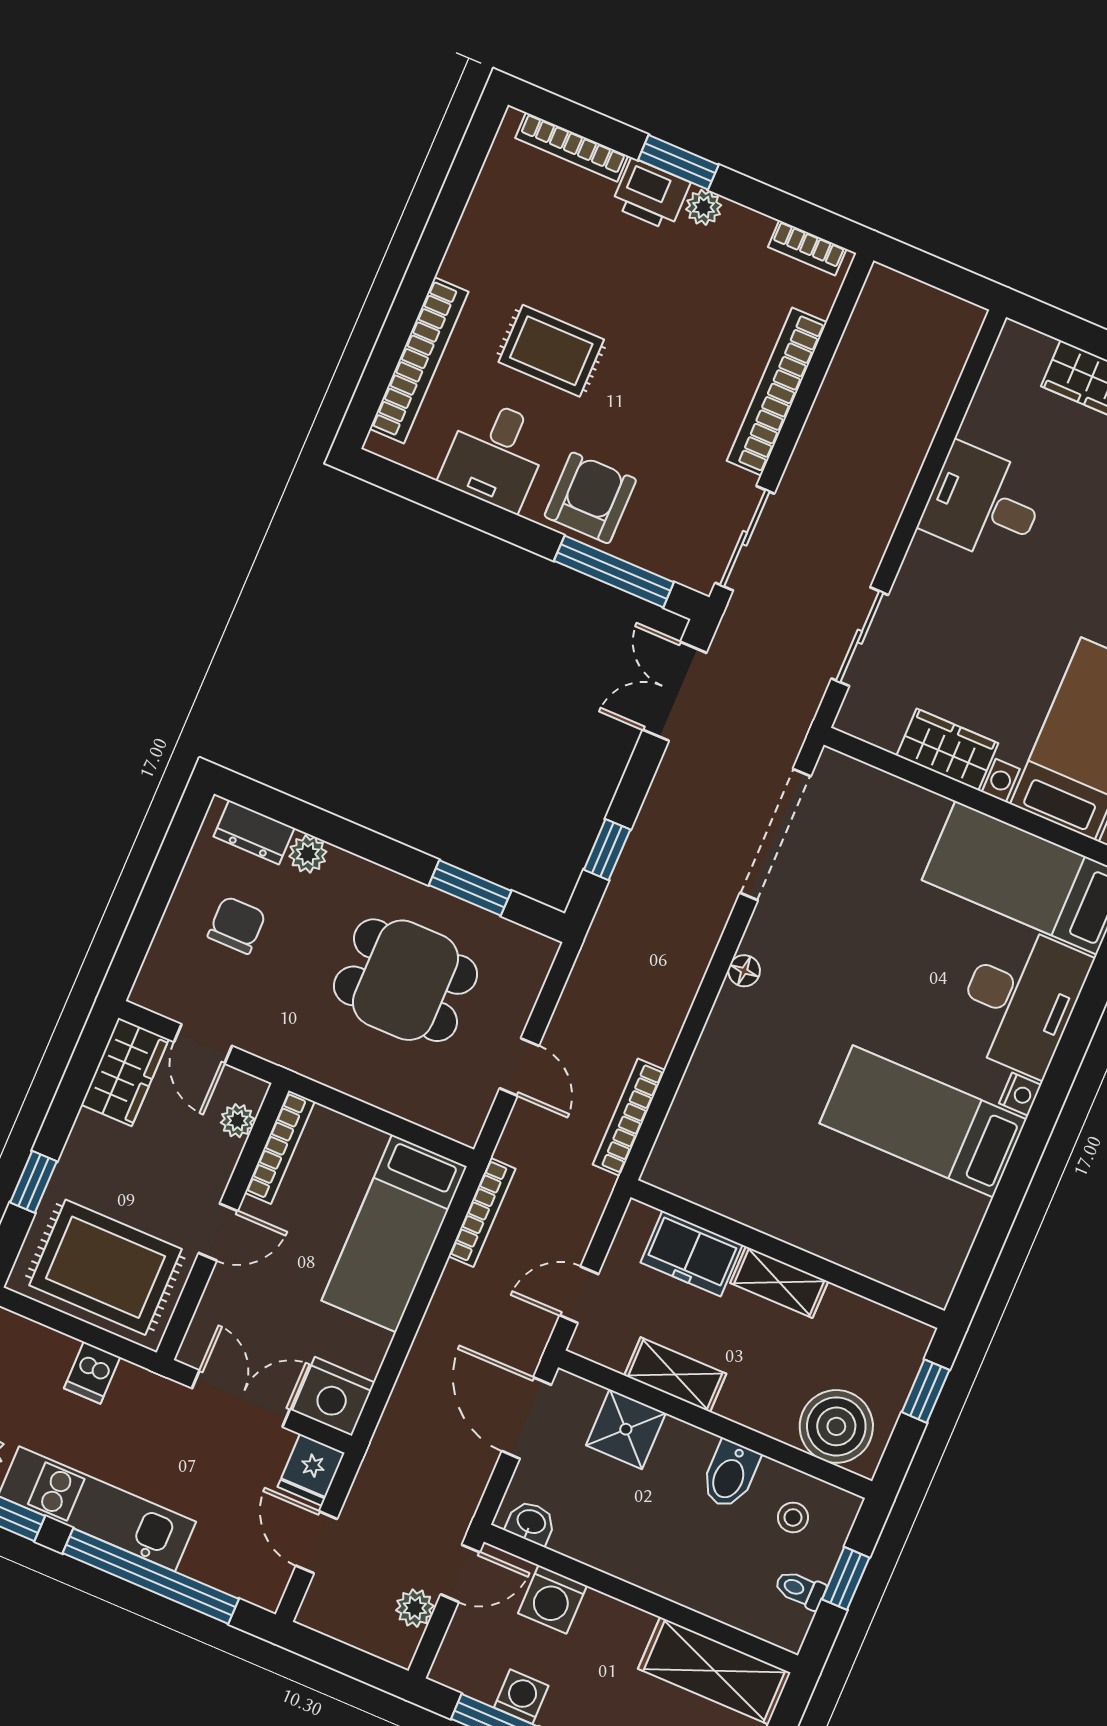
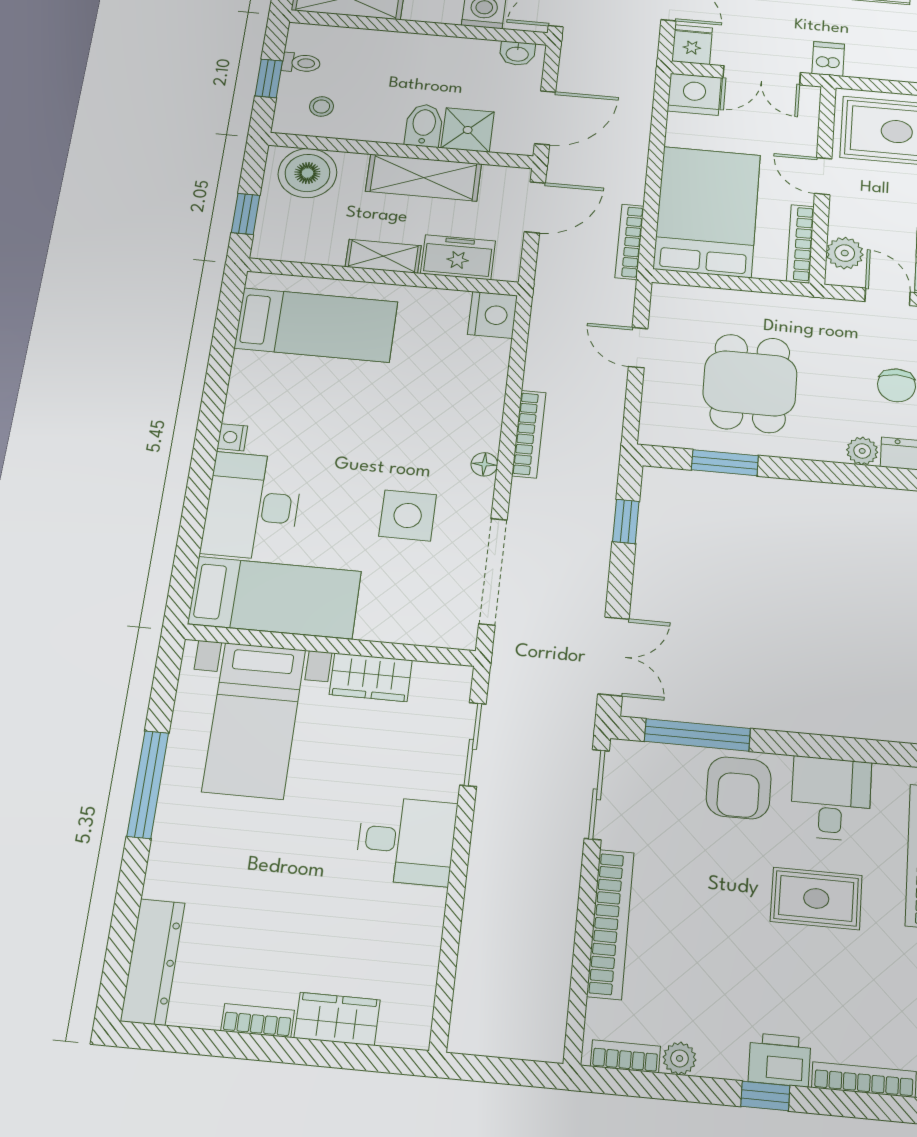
window: (678, 162) -> (765, 1096), width x0.67
plant: (704, 207) -> (680, 1058), moved
desk: (984, 504) -> (406, 841), moved
side table: (850, 933) -> (408, 515), added
dining table: (406, 980) -> (750, 383), turned 90
bookcase: (629, 1117) -> (529, 434), moved
plant: (238, 1121) -> (845, 253), width x1.38, depth x1.38
bed: (923, 1121) -> (316, 325), moved
nightstand: (675, 1163) -> (492, 315), added
door: (218, 1232) -> (823, 176), hinge flipped
bed: (394, 1233) -> (707, 212), width x1.50
door: (579, 1295) -> (535, 207), width x1.38
dishwasher: (92, 1373) -> (828, 59), moved
shelving: (675, 1375) -> (424, 178), width x1.50, depth x1.33
door: (526, 1418) -> (545, 118), hinge flipped
bidet: (730, 1475) -> (424, 125), moved

